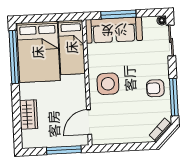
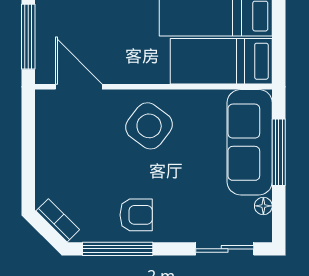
floor lamp: (162, 20) -> (263, 206), moved
side table: (108, 84) -> (149, 126), turned 37
armchair: (155, 88) -> (136, 215), turned 90

